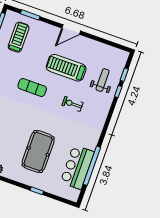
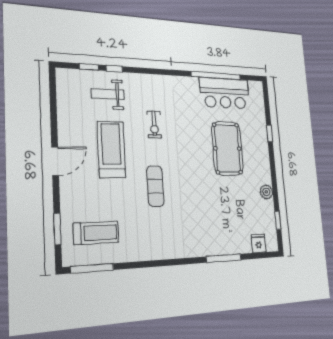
door: (71, 29) -> (55, 161), hinge flipped
treadmill: (19, 37) -> (96, 233), turned 180
treadmill: (66, 68) -> (111, 149), turned 180
pool table: (38, 151) -> (227, 148), turned 90

